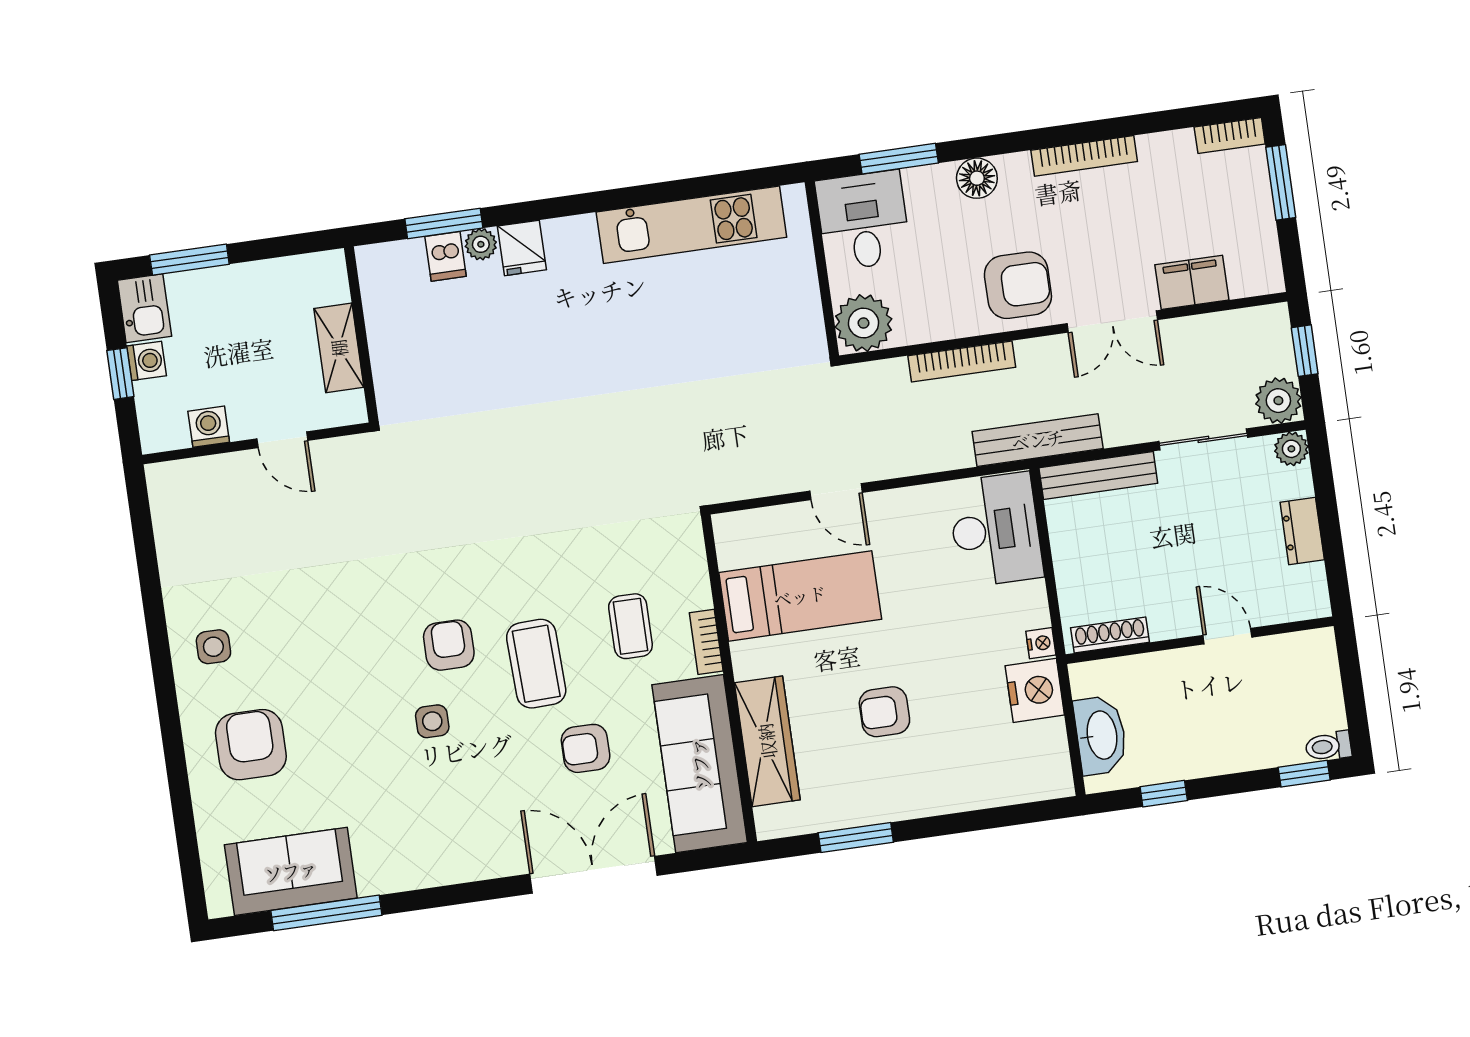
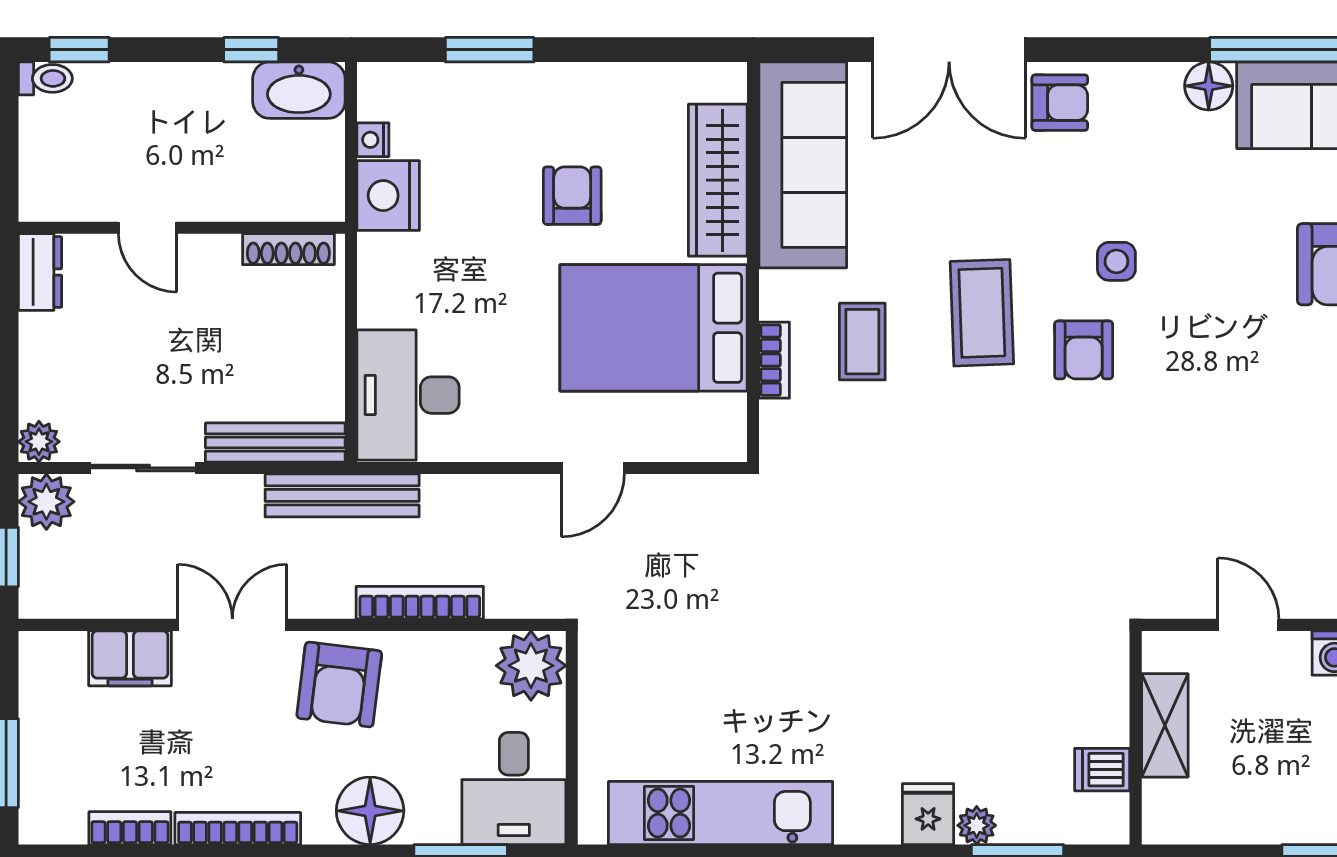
bookcase: (1230, 135) -> (130, 828), moved
floor lamp: (977, 178) -> (370, 811), width x1.38, depth x1.38
dishwasher: (446, 256) -> (1102, 770), moved, turned -90
armchair: (1018, 285) -> (339, 685), turned -83
door: (836, 492) -> (593, 468), swing flipped
dresser: (1302, 531) -> (40, 272), moved
bed: (800, 596) -> (654, 328), width x1.50
bookcase: (706, 642) -> (774, 360), moved
nightstand: (1041, 643) -> (373, 140), moved
armchair: (884, 712) -> (572, 196), turned -90
washbasin: (1101, 735) -> (299, 90), moved, turned -90
armchair: (586, 748) -> (1060, 103), moved
window: (856, 837) -> (490, 50), moved
floor lamp: (377, 875) -> (1209, 86), added

